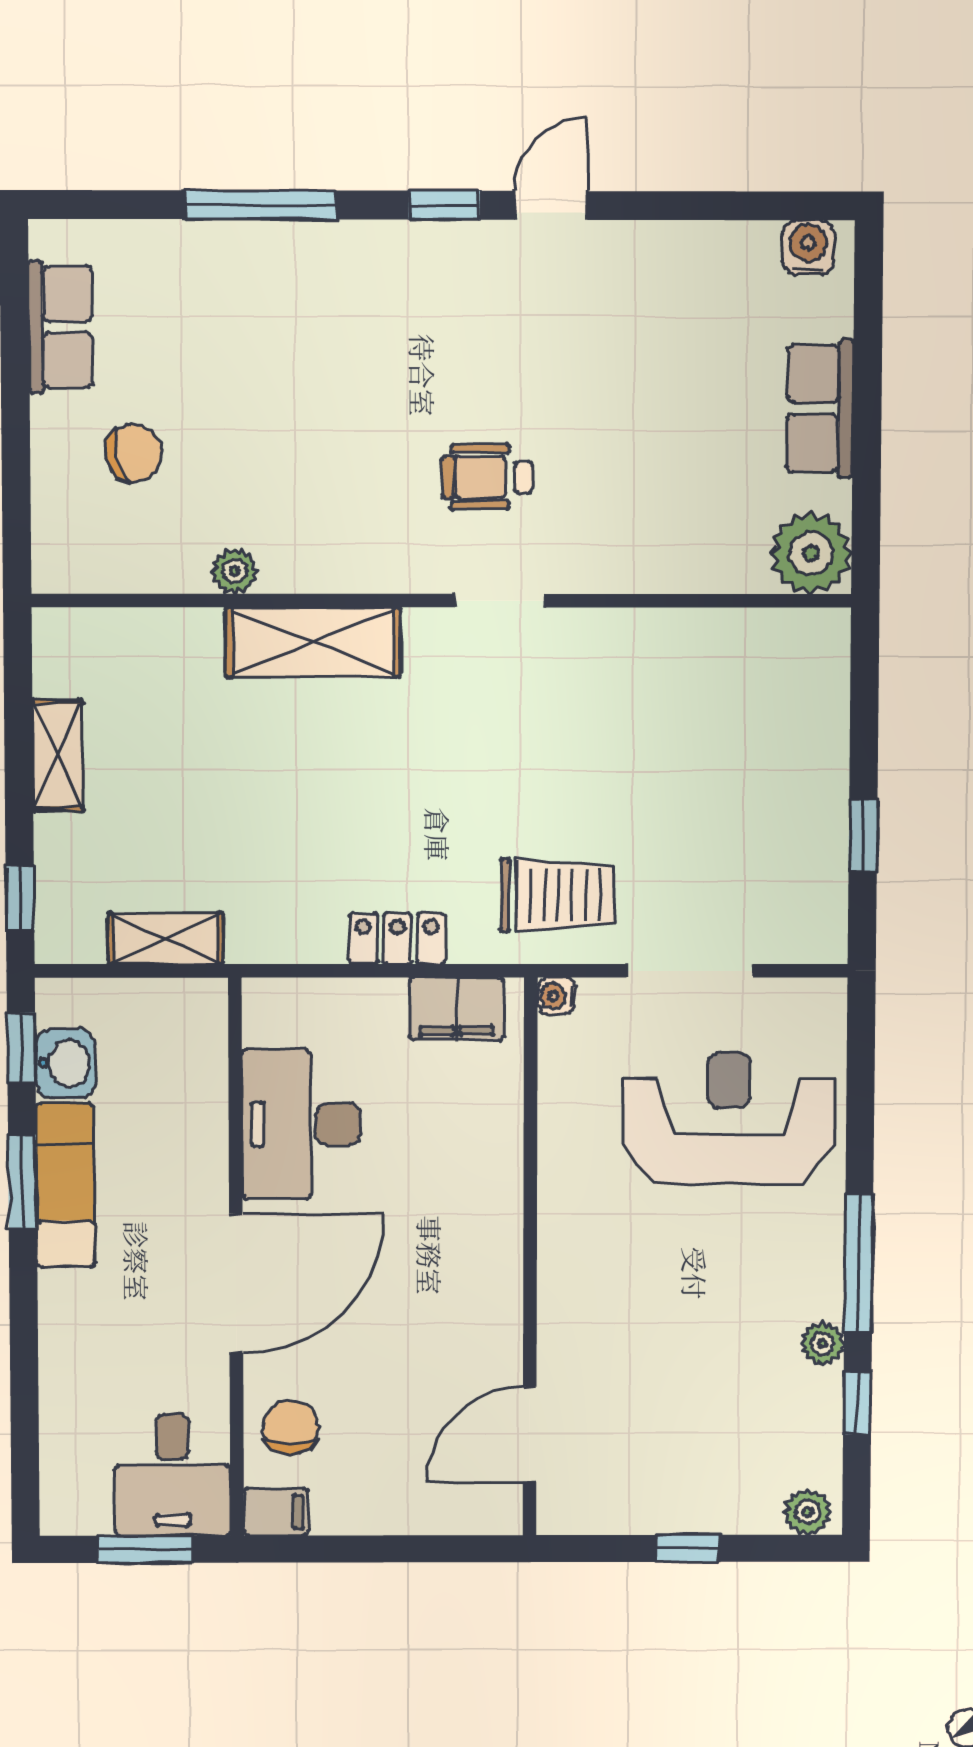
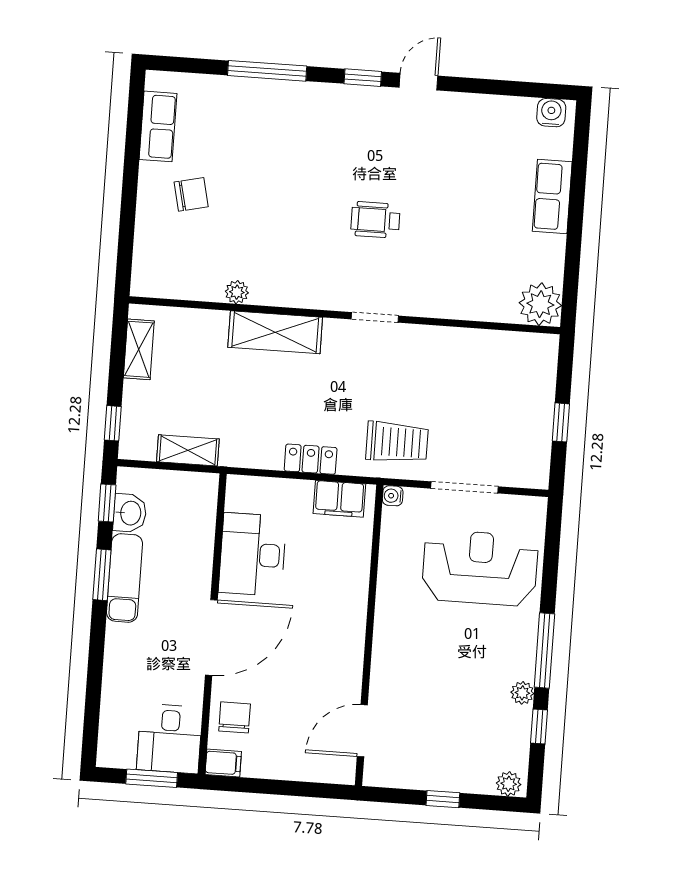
plant: (811, 553) -> (540, 304), moved
plant: (234, 571) -> (237, 292), moved
wall: (442, 601) -> (345, 315), moved
doorway: (499, 601) -> (375, 317), moved
shelving: (313, 642) -> (275, 332), moved

